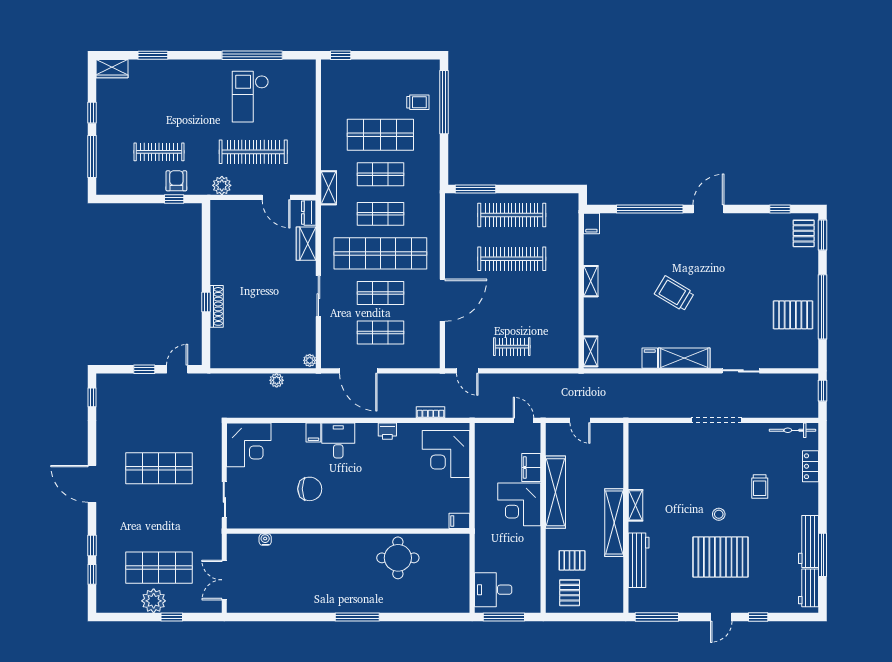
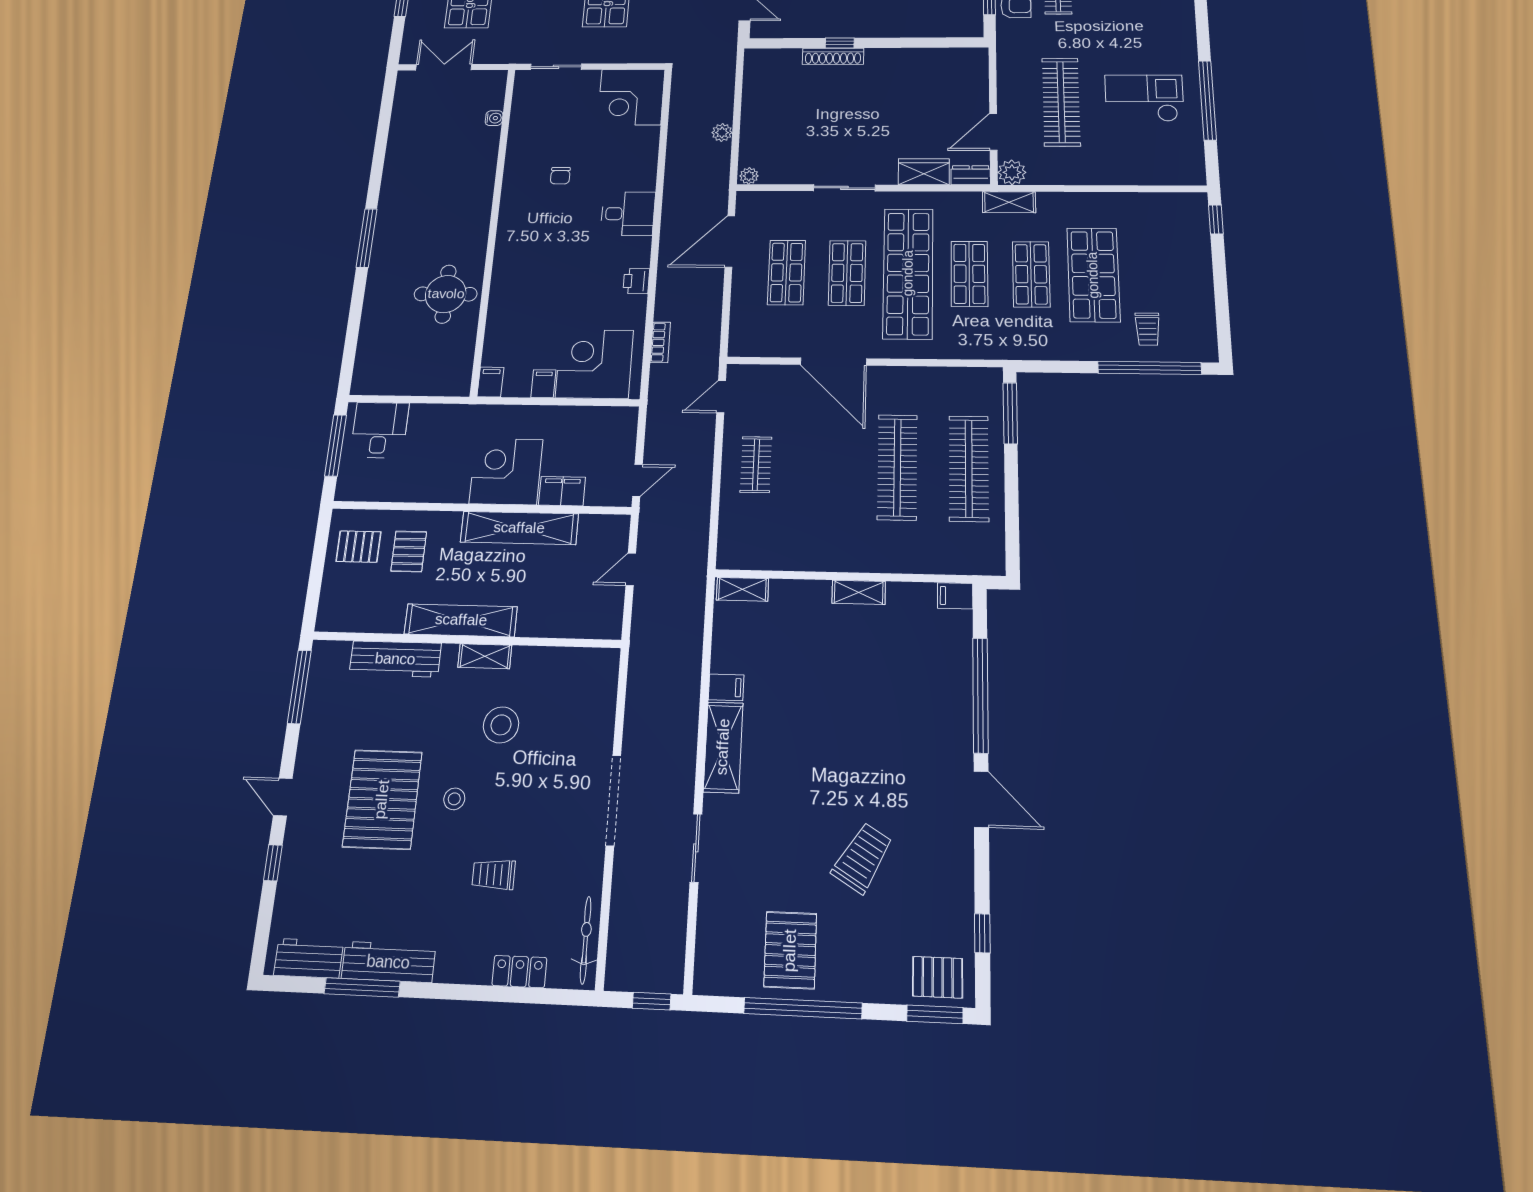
plant: (222, 185) -> (1012, 172), moved
trolley: (674, 294) -> (862, 858), moved
filing cabinet: (313, 433) -> (543, 384), moved, turned 90
chair: (310, 489) -> (560, 176), width x0.54, depth x0.54
stool: (676, 491) -> (501, 725), added

